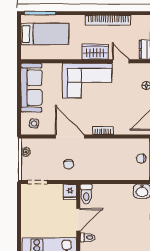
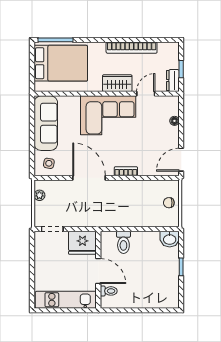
bed: (45, 34) -> (61, 63), width x1.50
door: (121, 61) -> (146, 94), hinge flipped
chair: (69, 164) -> (87, 209), removed
fridge: (70, 192) -> (82, 243), width x1.88, depth x1.34
toilet: (86, 194) -> (123, 242), moved
door: (78, 220) -> (98, 271), hinge flipped

